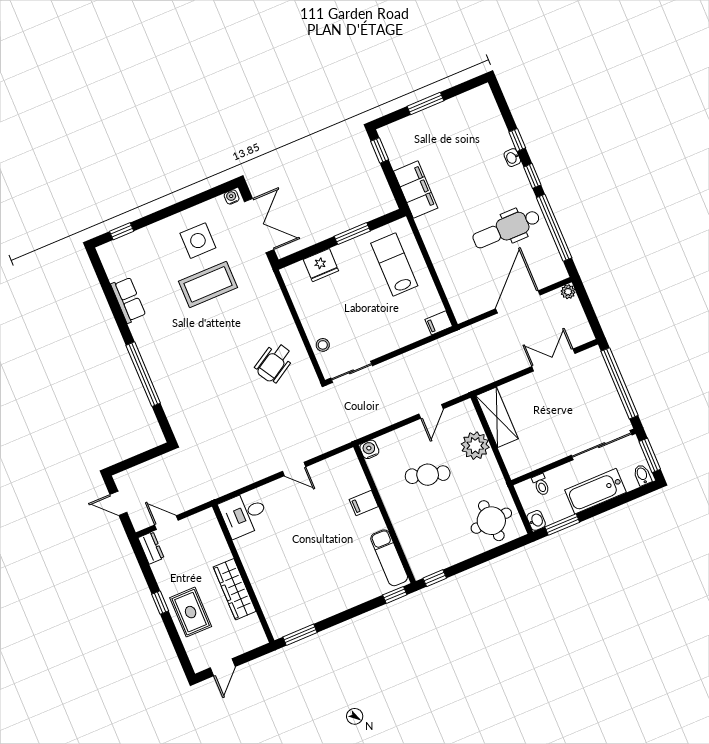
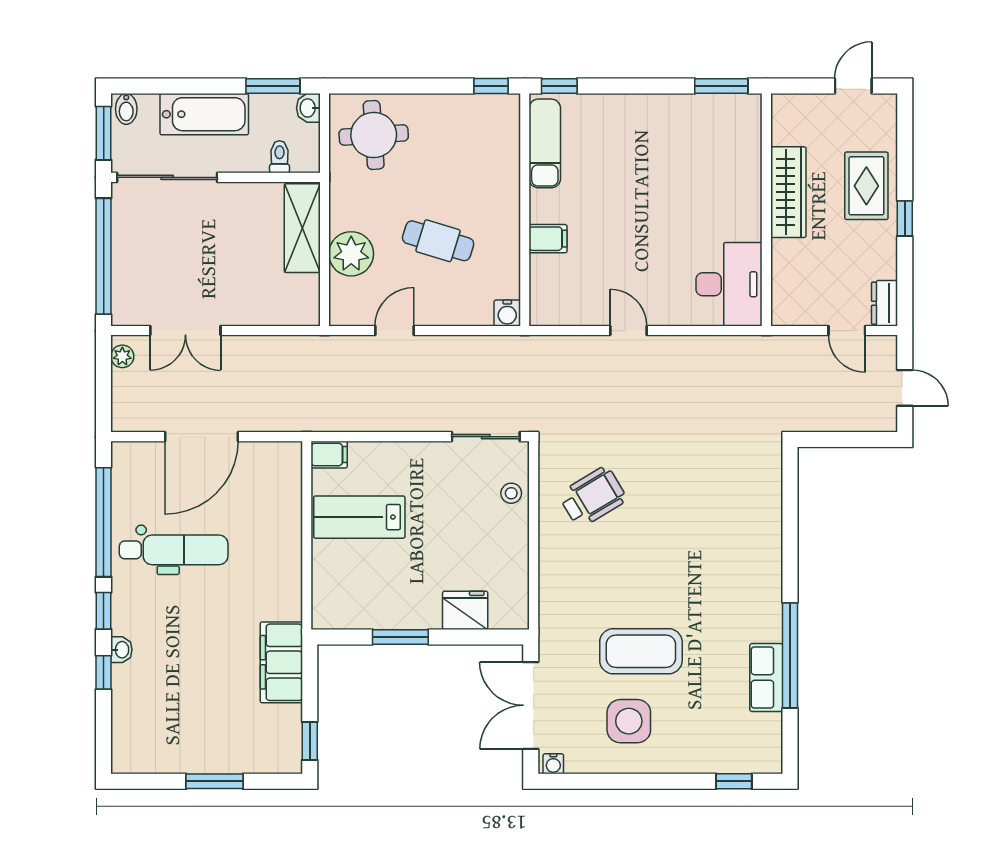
lab bench: (394, 265) -> (359, 517), moved, turned 90
plant: (568, 292) -> (122, 356), moved
window: (143, 374) -> (790, 655), moved
shelving: (497, 417) -> (302, 228), moved
desk: (244, 514) -> (729, 284), width x1.37

